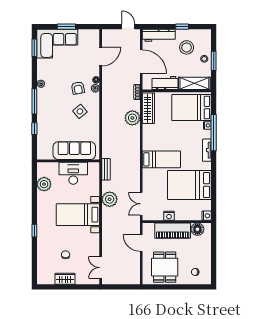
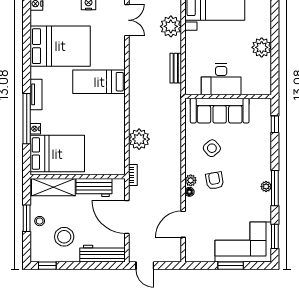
window: (182, 27) -> (47, 266), moved
window: (34, 101) -> (275, 188), moved
wardrobe: (148, 108) -> (117, 152), removed
sofa: (74, 151) -> (220, 111), moved
wall: (68, 161) -> (228, 96), moved
desk: (73, 173) -> (221, 79), moved

